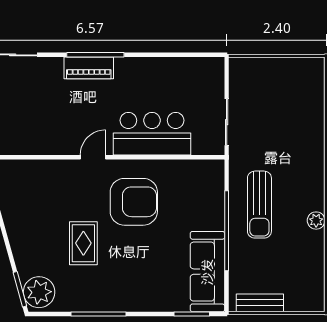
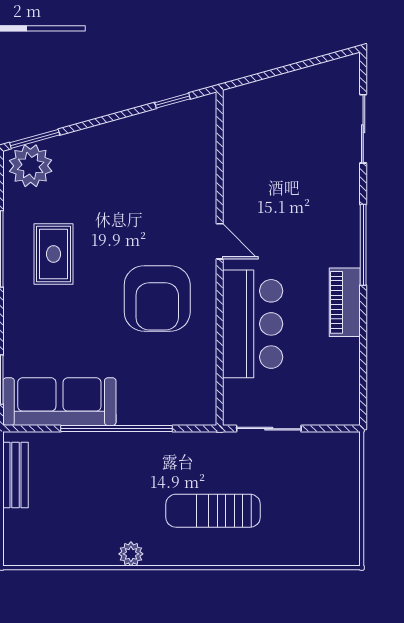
piano: (89, 68) -> (345, 302), moved
sun lounger: (259, 205) -> (213, 511), moved
rug: (83, 243) -> (54, 254), moved, turned 90

